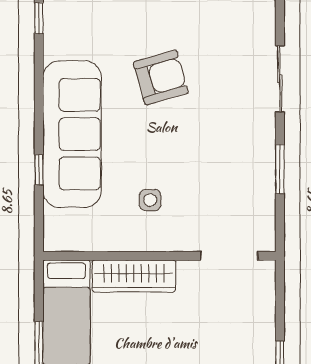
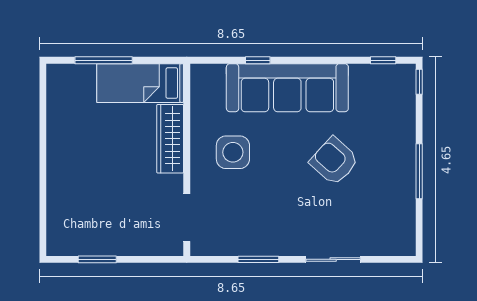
armchair: (161, 78) -> (334, 161), turned 148
side table: (150, 200) -> (233, 152), width x1.87, depth x1.87

